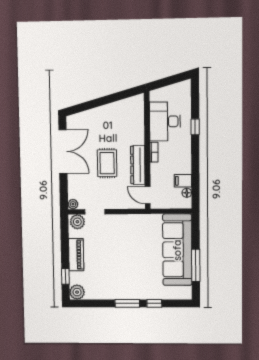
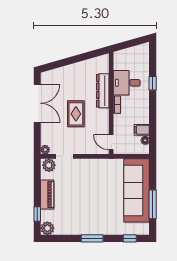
desk: (165, 121) -> (127, 83), width x0.73
dresser: (138, 165) -> (103, 91), moved
window: (154, 303) -> (130, 238), moved

